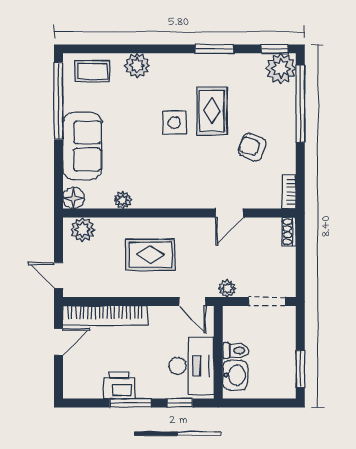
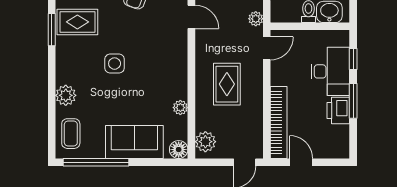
rug: (212, 111) -> (77, 22), moved
desk: (192, 366) -> (330, 71), moved, turned 90

